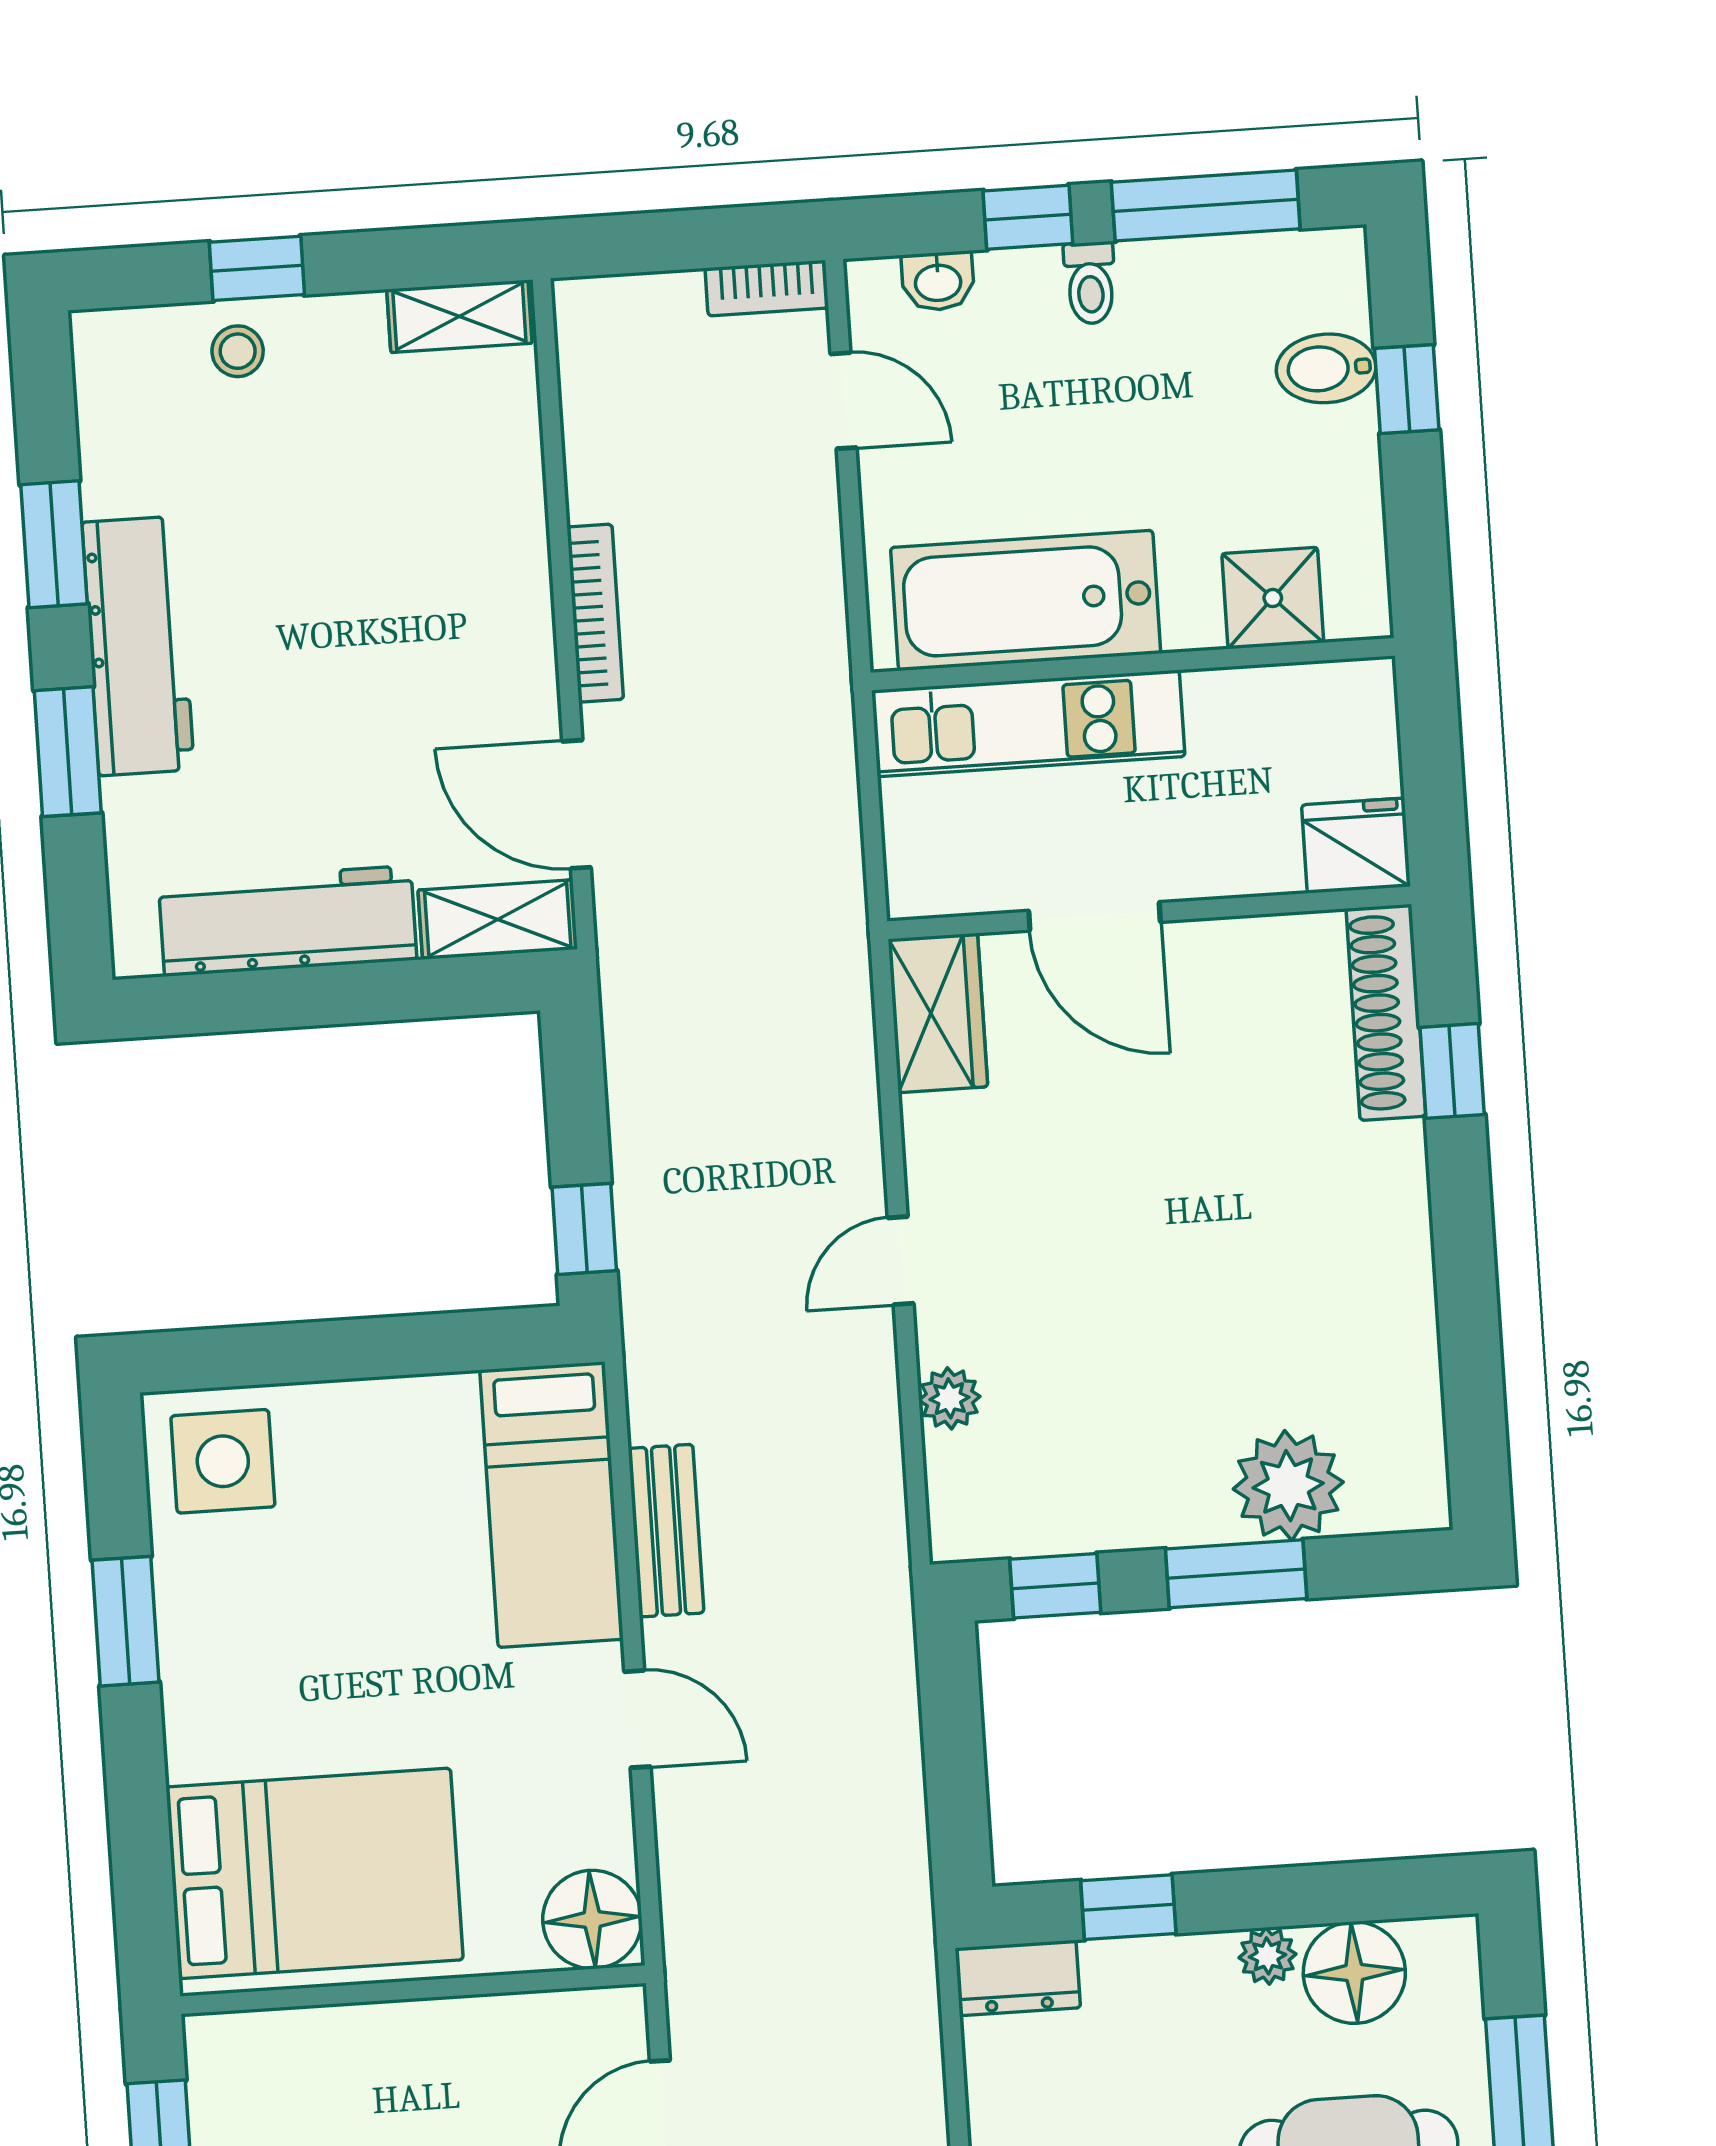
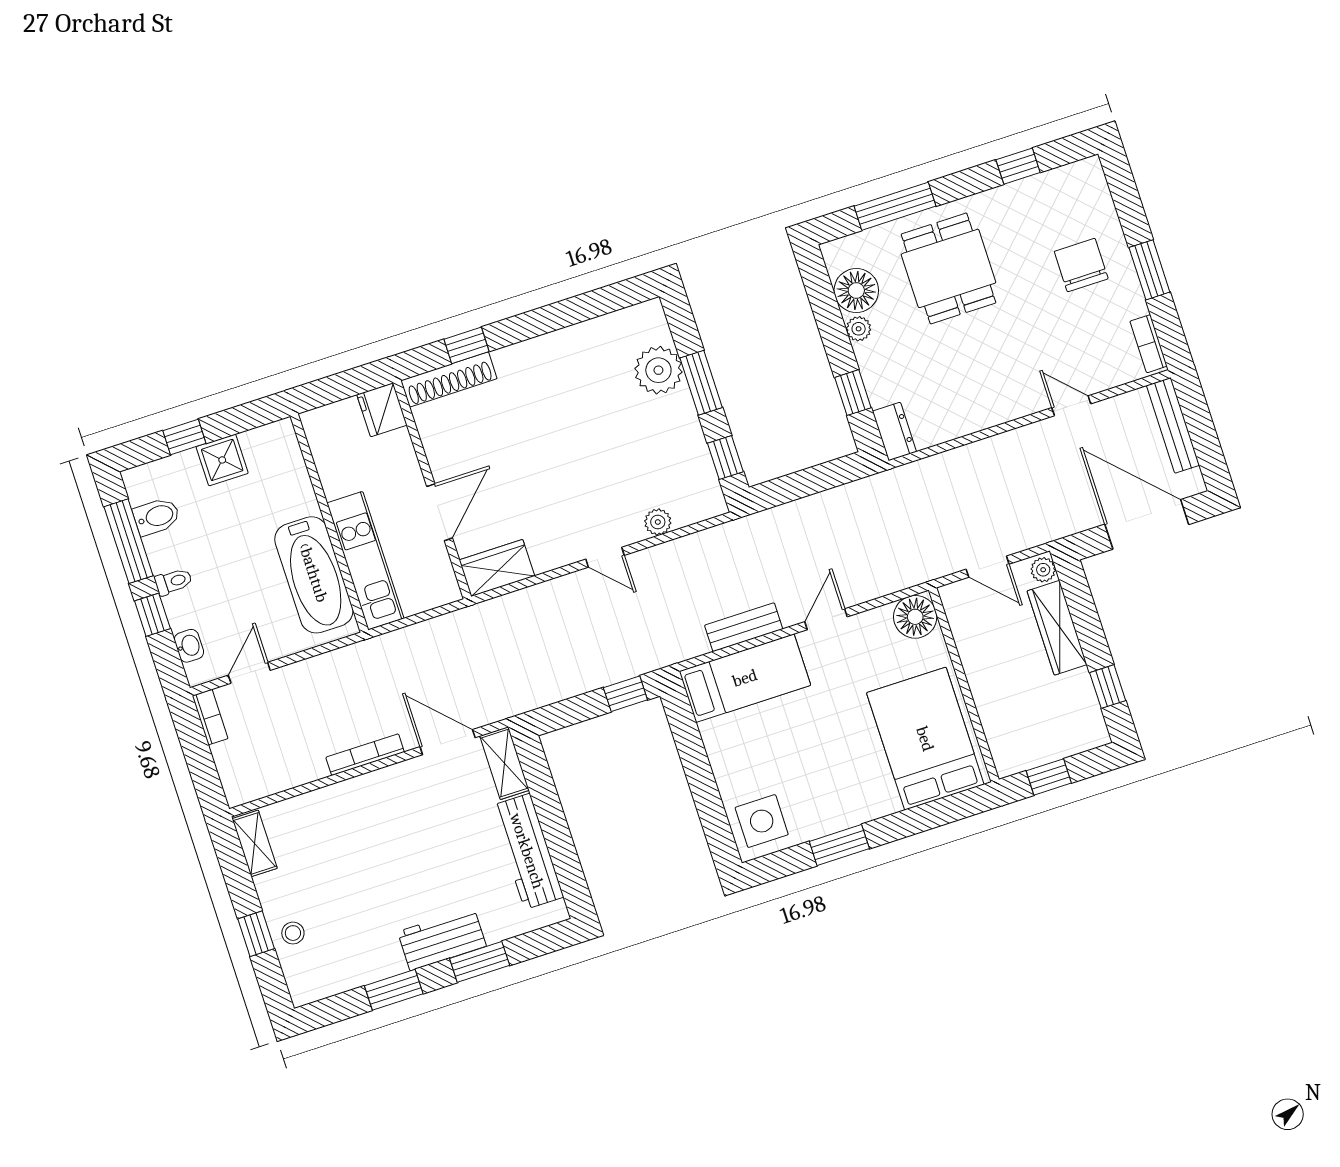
bidet: (1326, 368) -> (157, 517), moved, turned -90
shower: (1273, 598) -> (222, 460), moved
workbench: (138, 646) -> (442, 939), width x0.73
door: (577, 804) -> (448, 742), swing flipped

